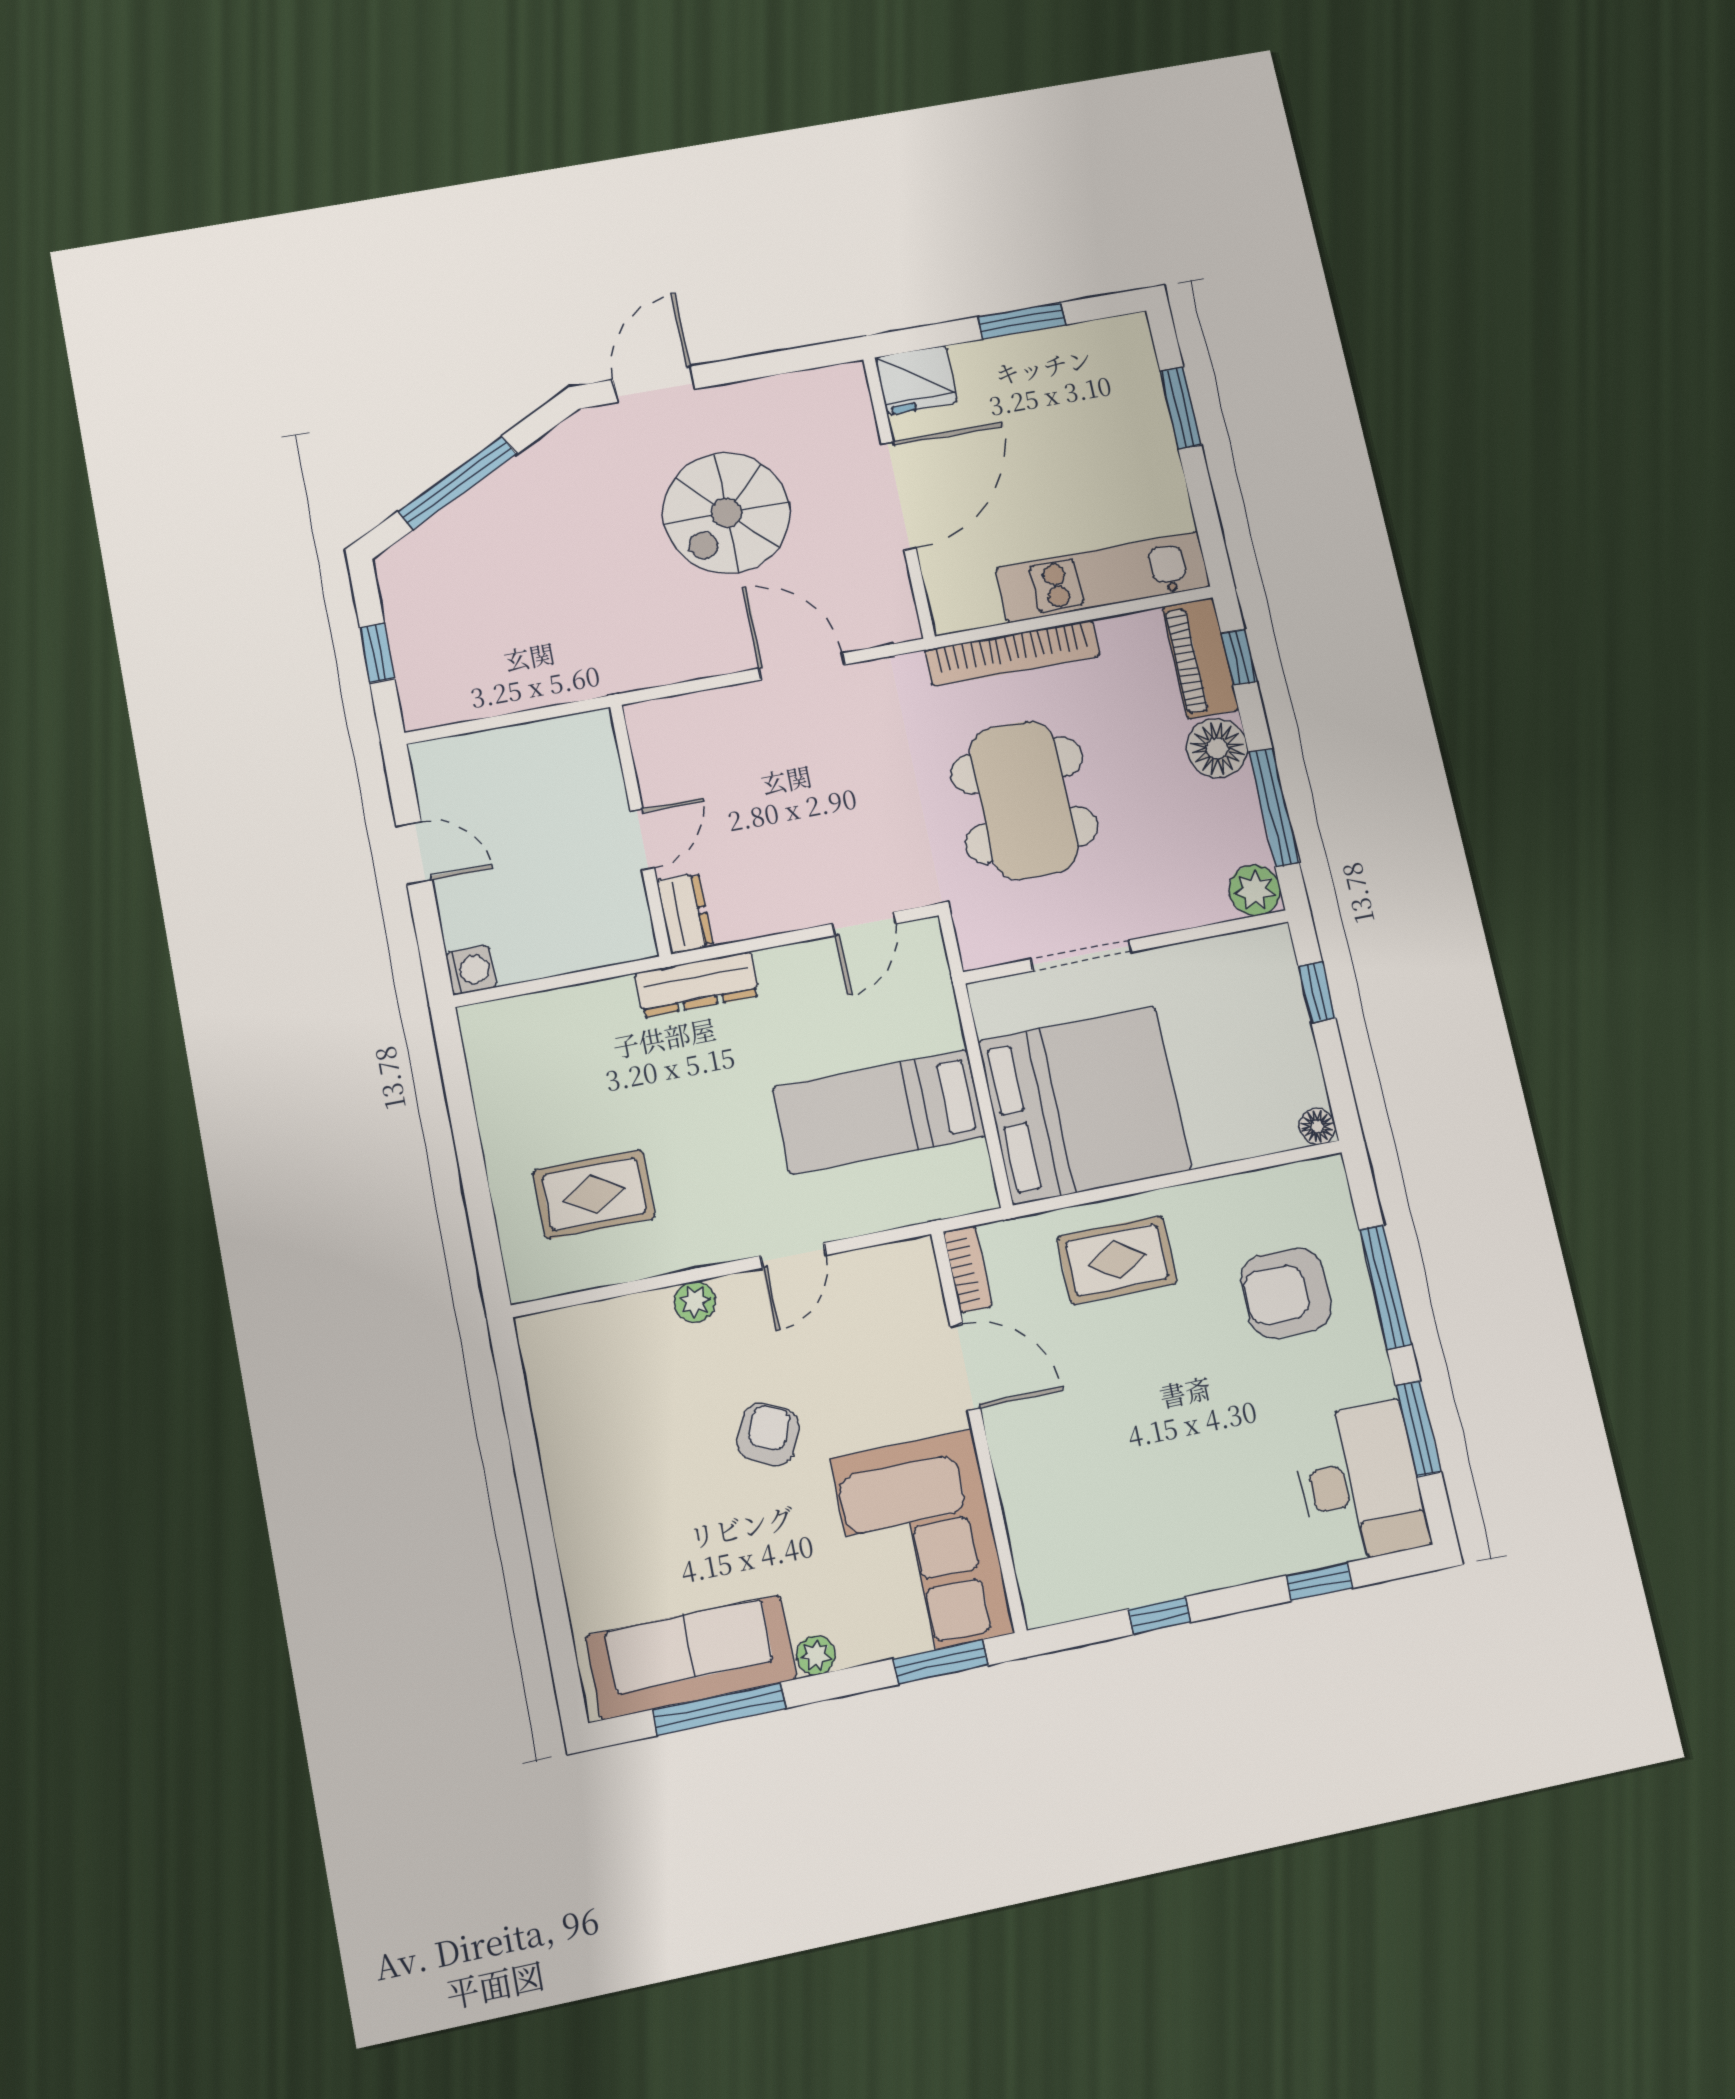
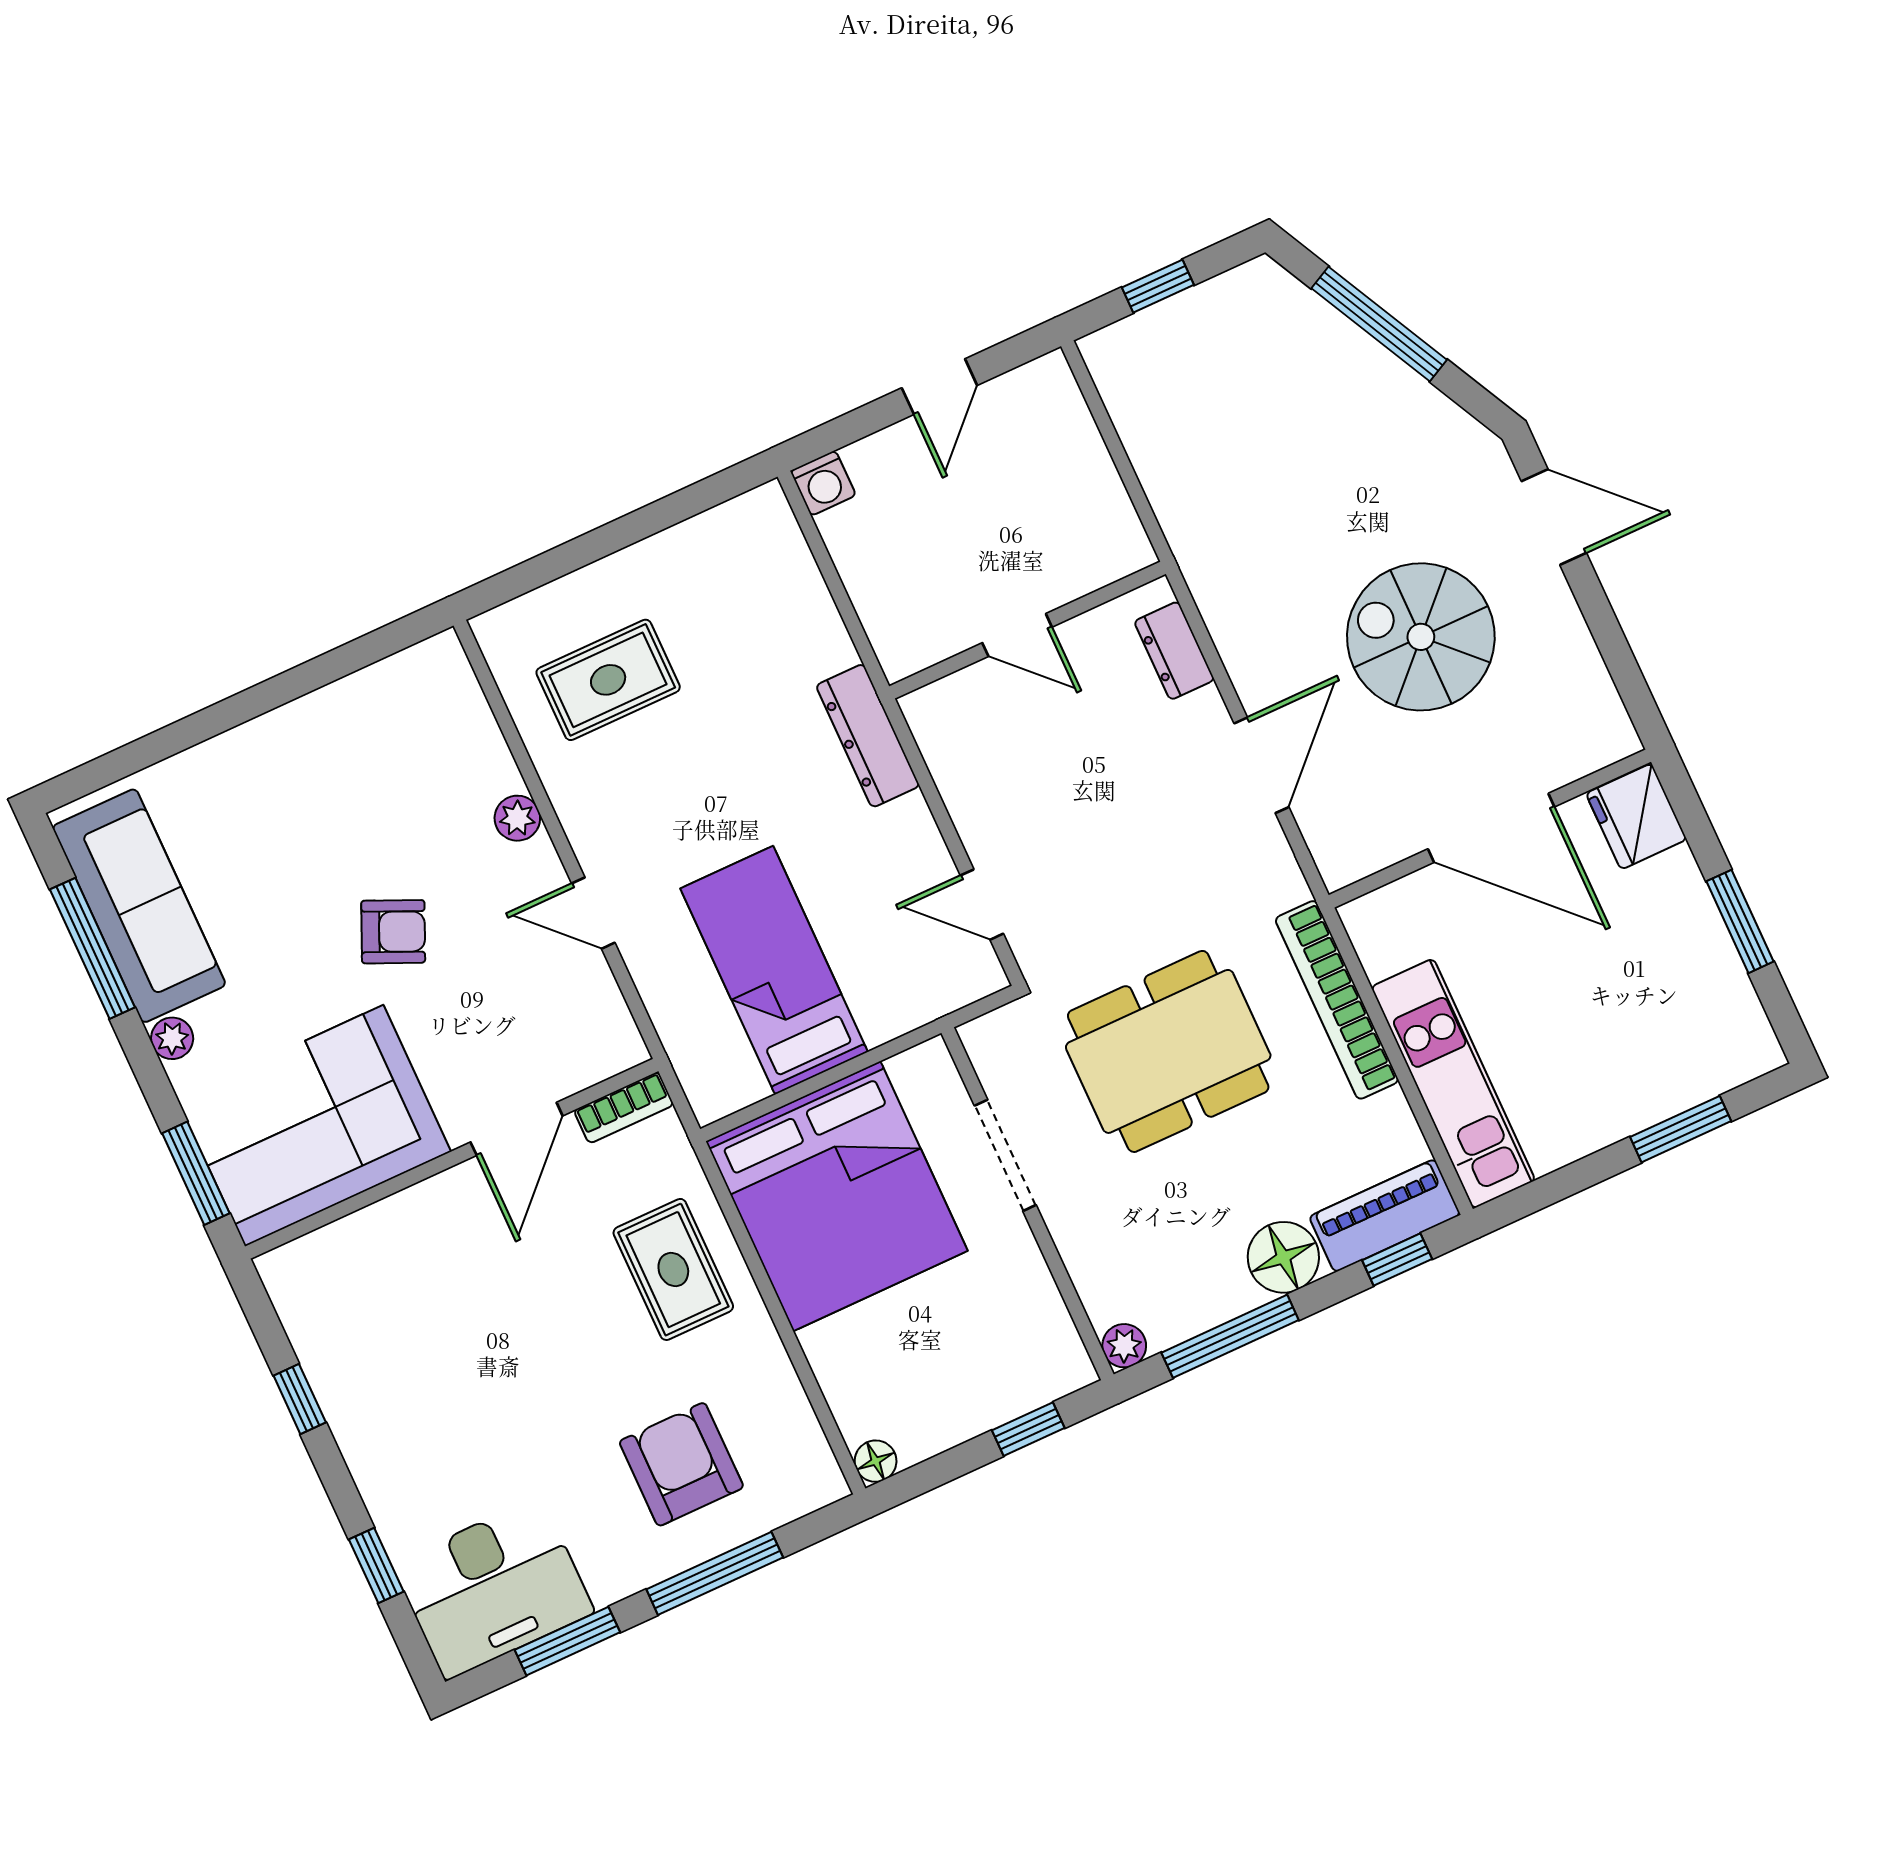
plant: (1255, 890) -> (1124, 1346), width x0.73, depth x0.73
dresser: (685, 913) -> (1174, 651), moved, turned 90
rug: (594, 1194) -> (608, 680), turned 90

